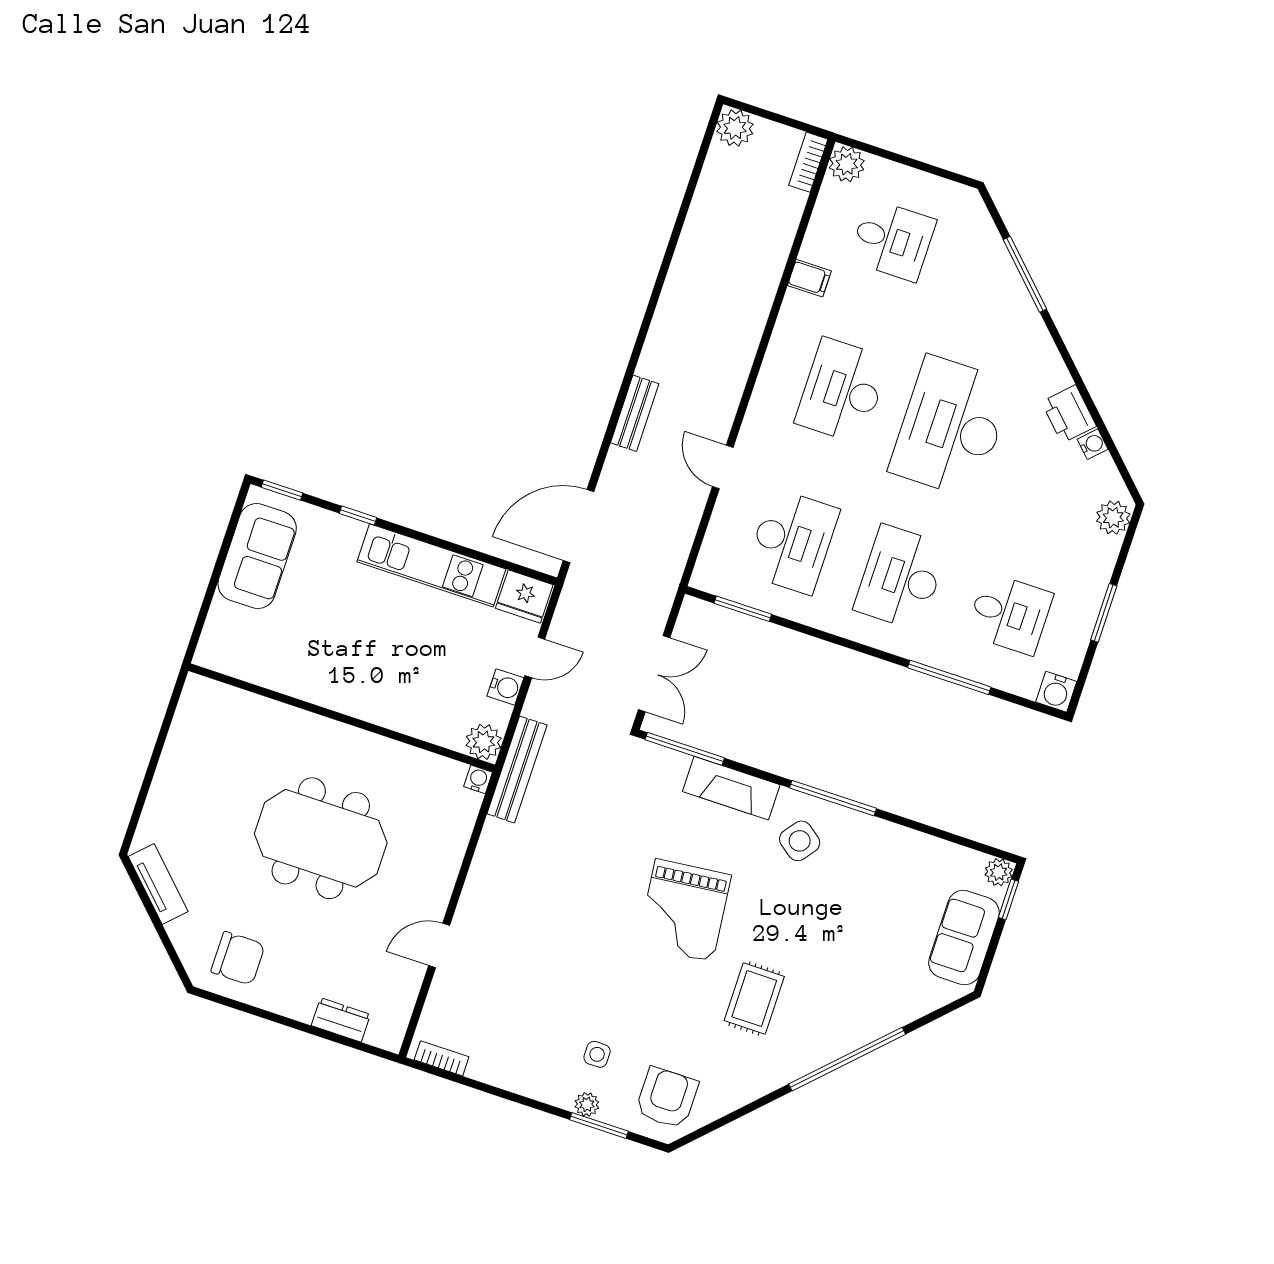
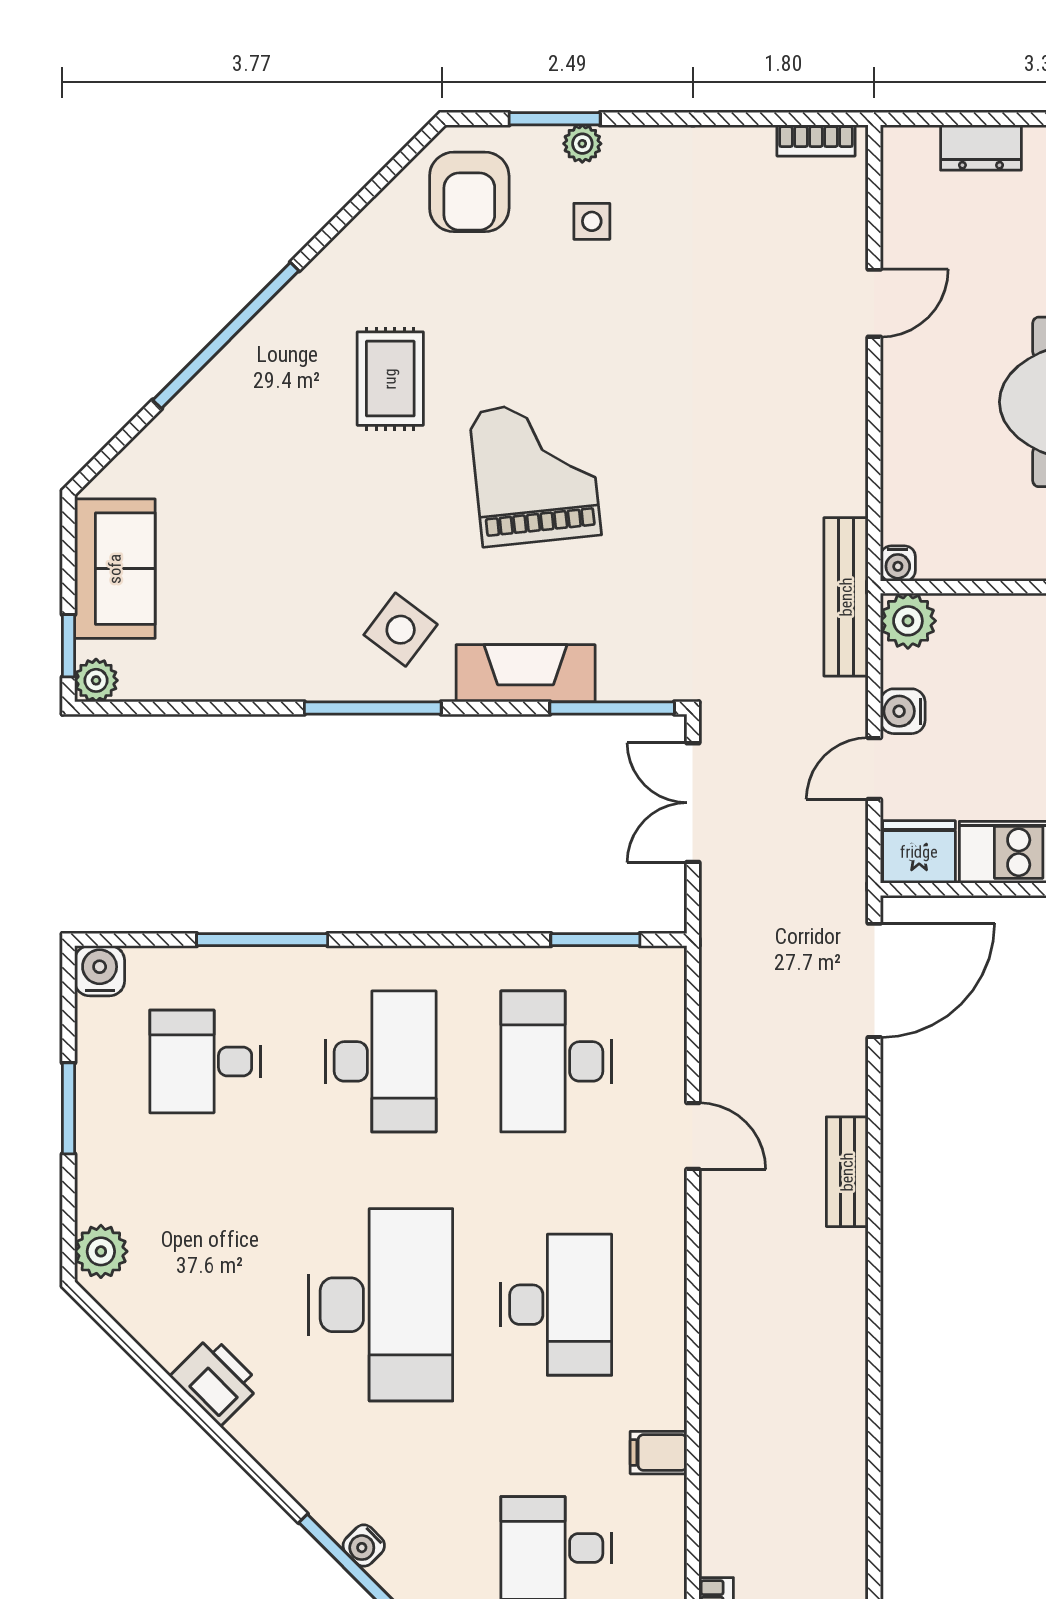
water cooler: (1093, 444) -> (364, 1546), moved

